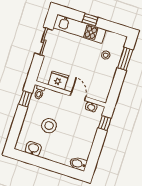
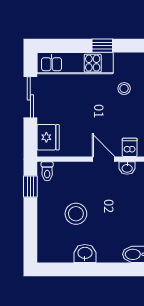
window: (90, 20) -> (102, 46), moved
fridge: (58, 80) -> (48, 137), moved, turned 90
dishwasher: (97, 94) -> (130, 147), added
washbasin: (33, 149) -> (85, 253), moved

